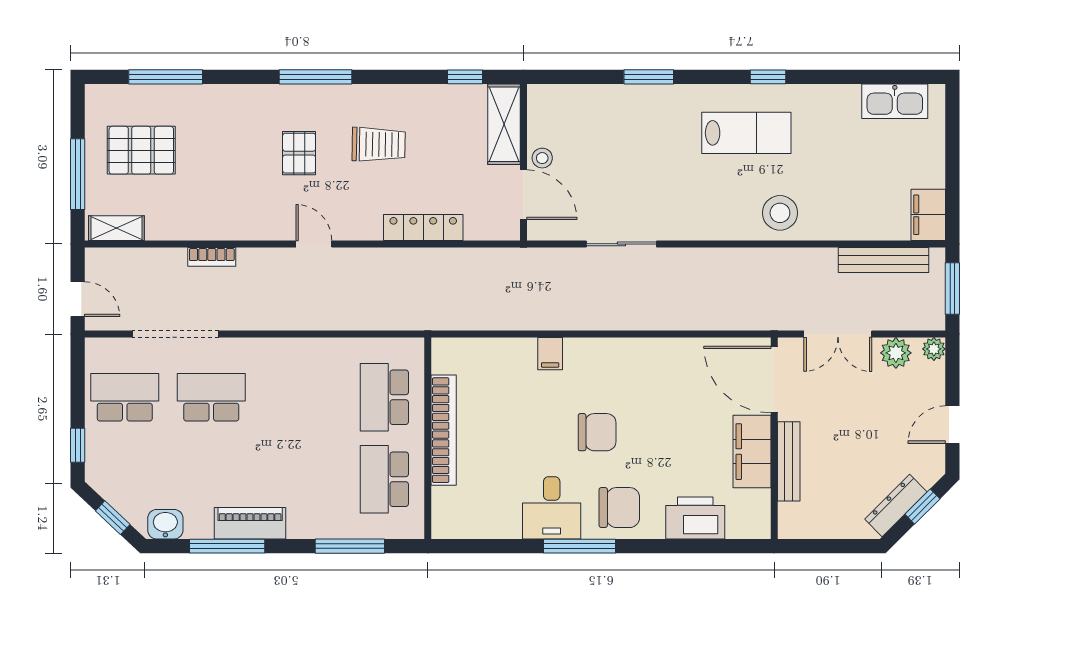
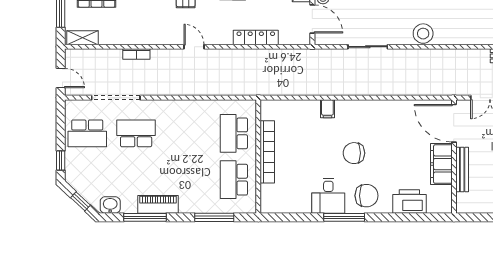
stool: (780, 213) -> (423, 34), moved
school desk: (125, 397) -> (87, 133), turned 180
chair: (597, 432) -> (354, 153), turned 180

